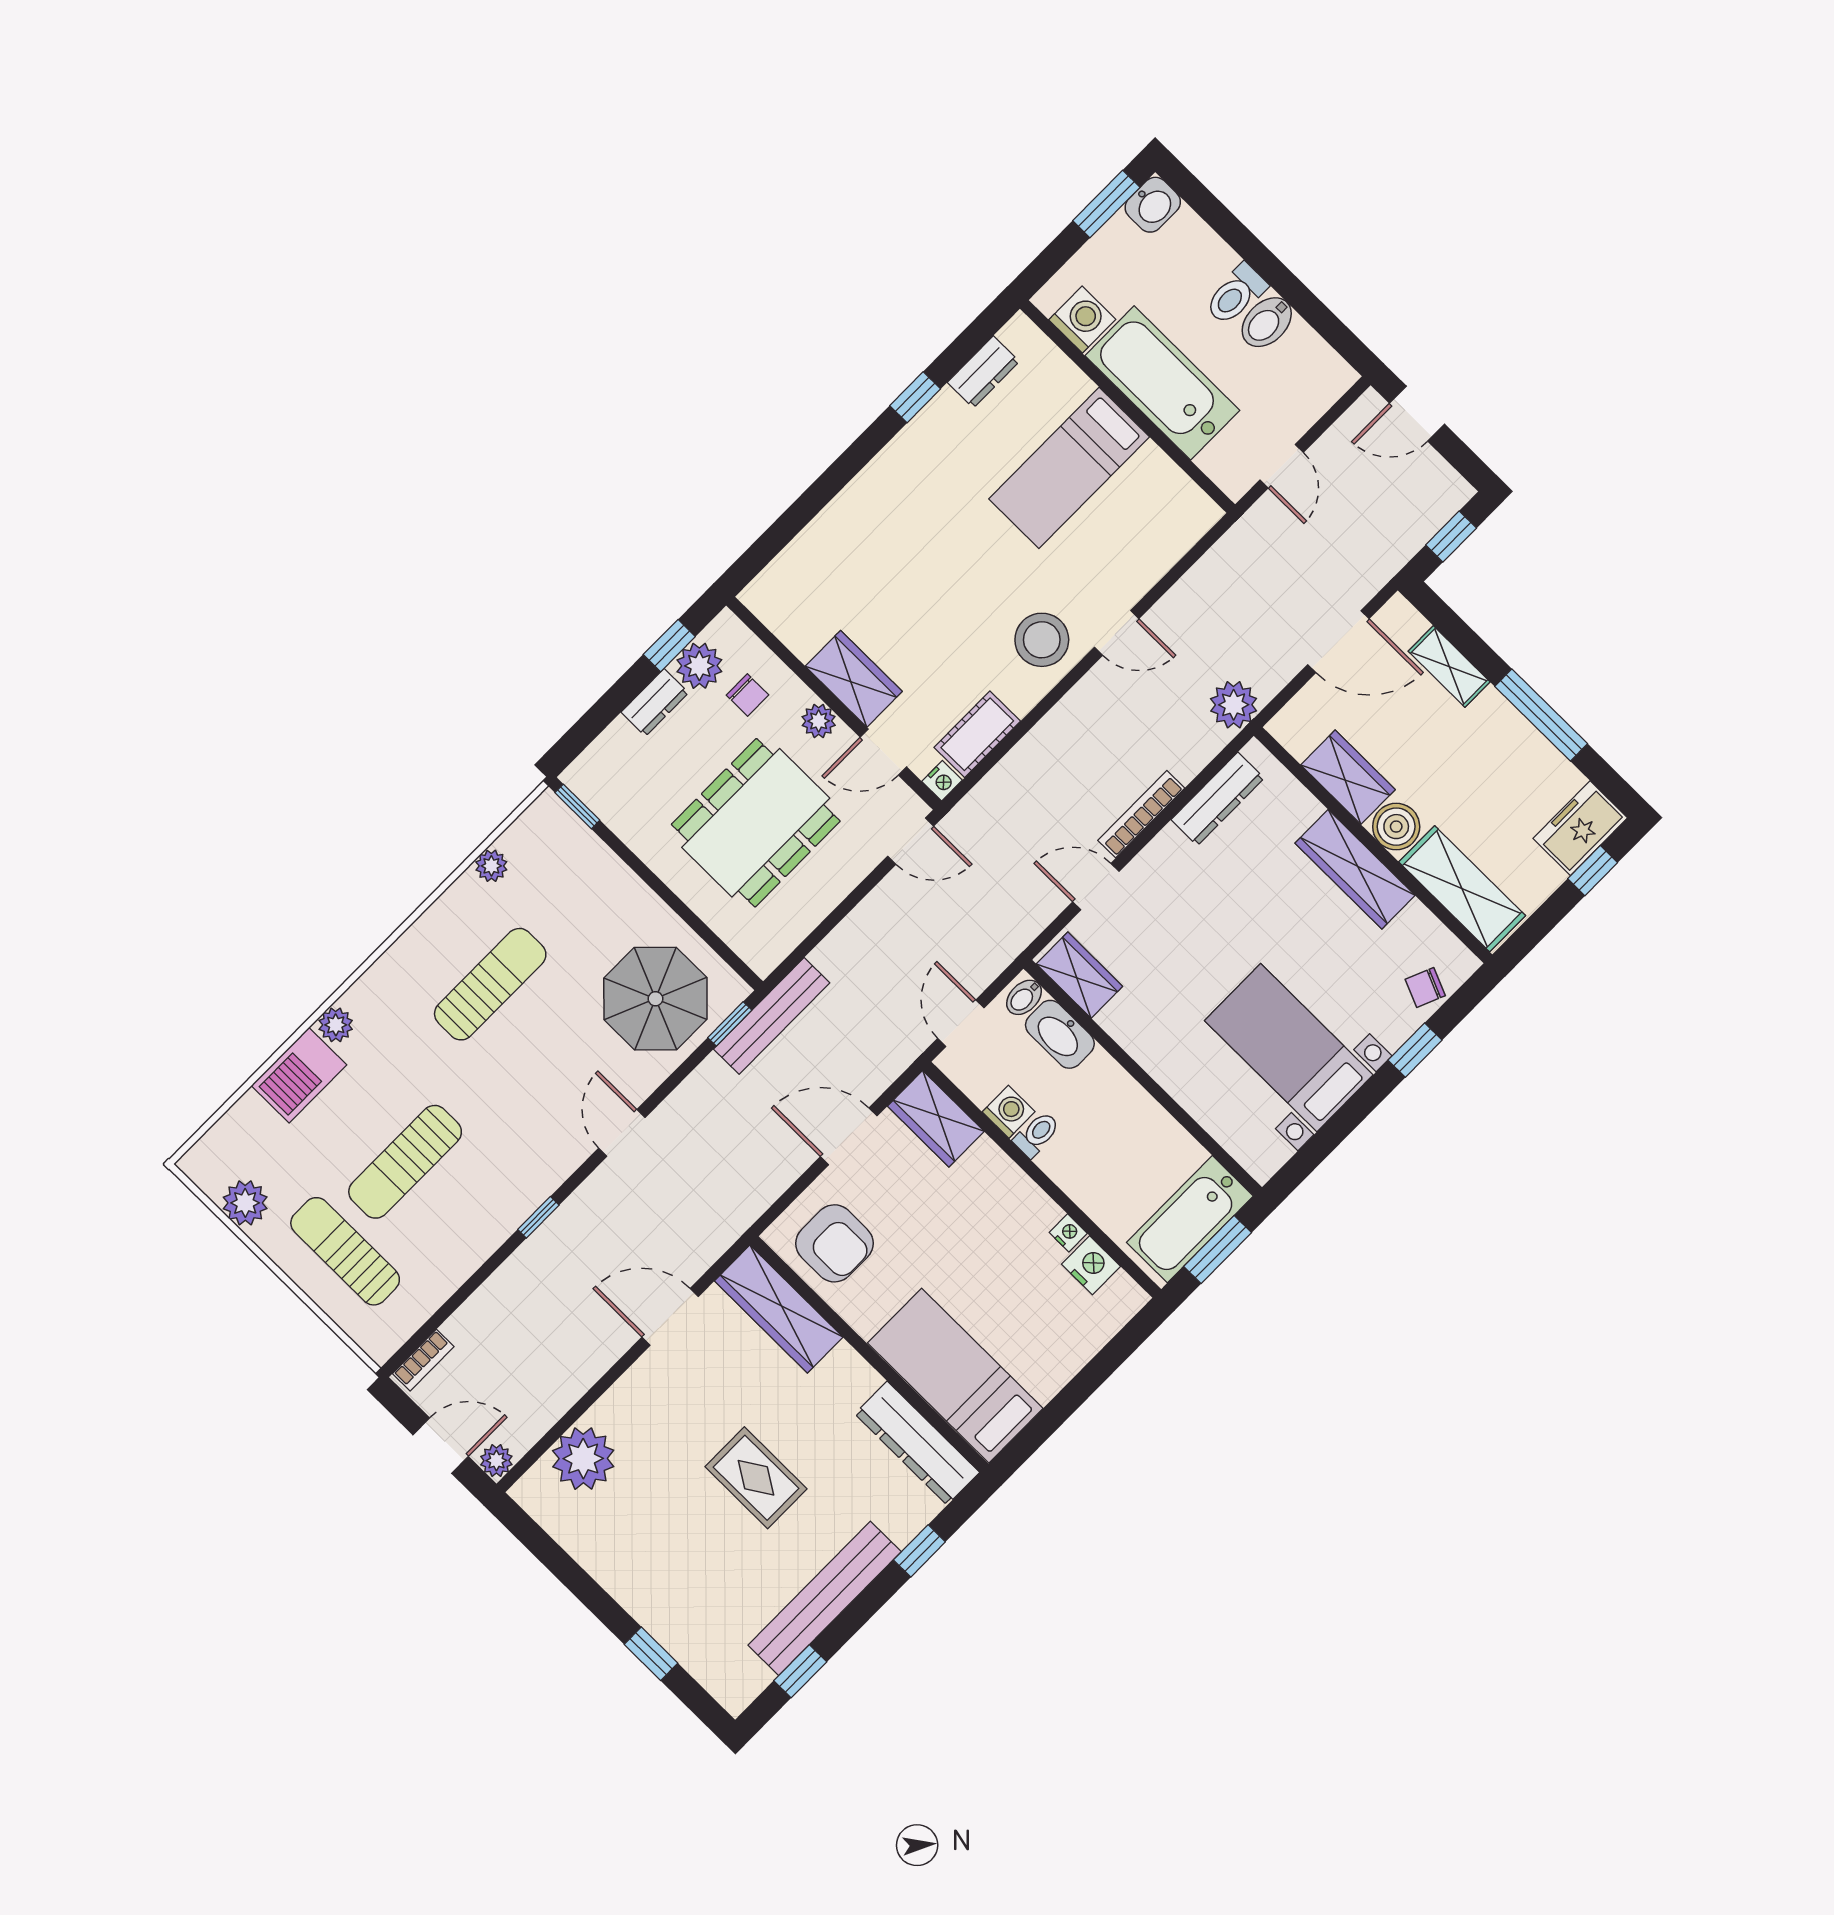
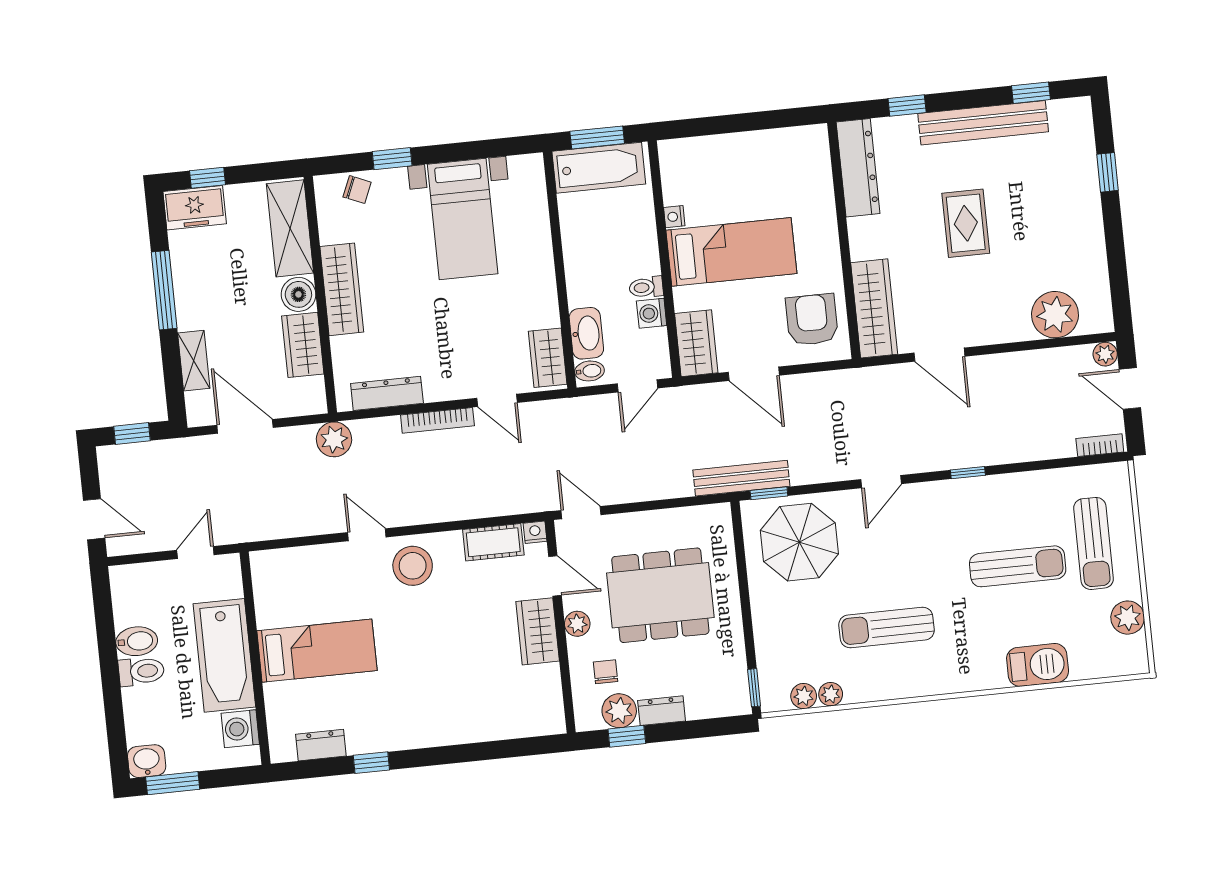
plant: (336, 1025) -> (804, 696), moved
nightstand: (1091, 1265) -> (676, 188), removed
bed: (955, 1376) -> (731, 252), moved, turned -90

